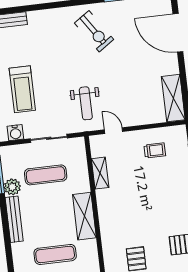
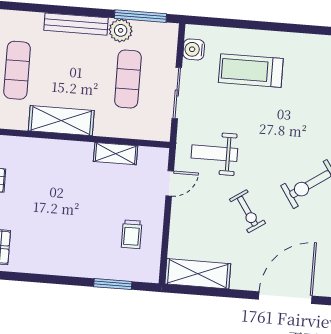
exercise bike: (122, 72) -> (247, 211), added

